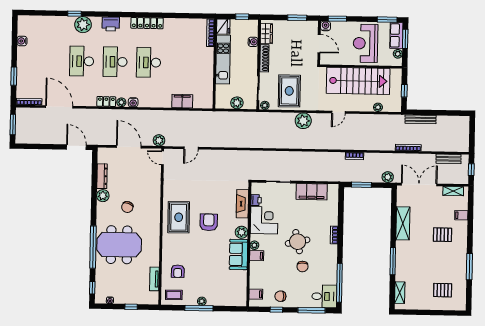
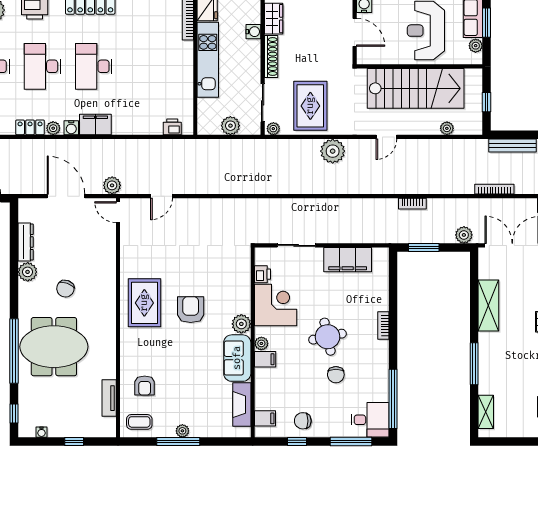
filing cabinet: (182, 101) -> (95, 125), moved
printer: (199, 103) -> (172, 127), added
fireplace: (242, 204) -> (242, 405), moved

